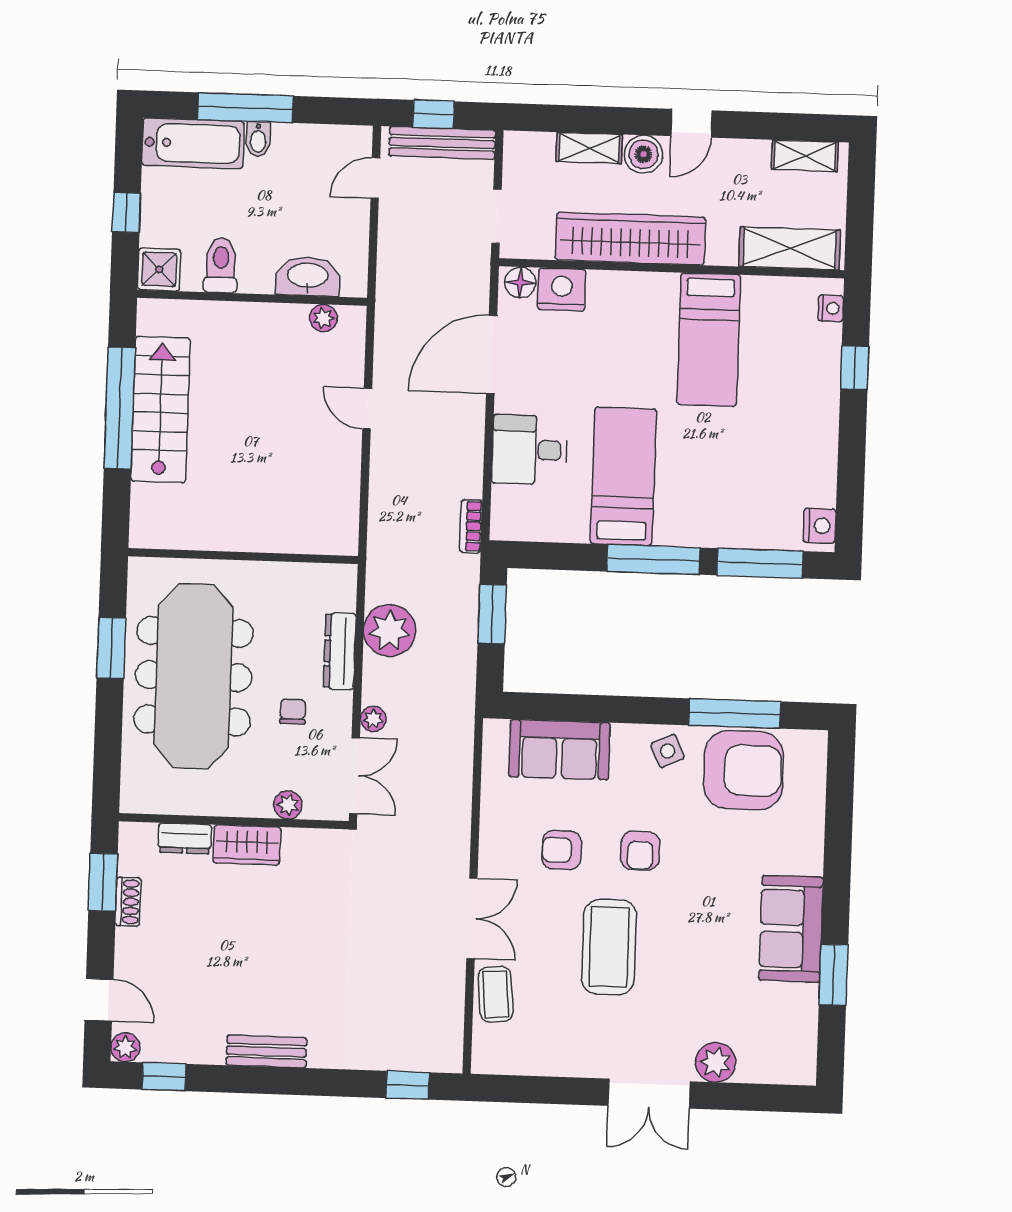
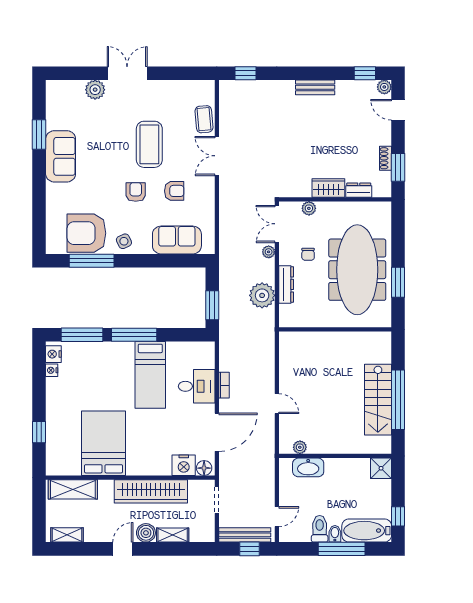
window: (126, 213) -> (398, 516), moved
toilet: (221, 265) -> (320, 529), moved, turned 180
nightstand: (831, 308) -> (52, 370), moved
bed: (709, 340) -> (104, 443), width x1.50
bookcase: (471, 526) -> (224, 385), moved

